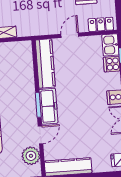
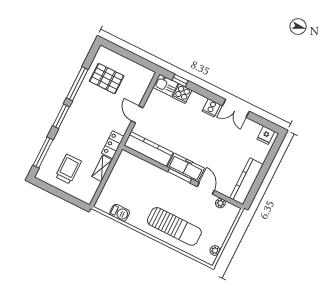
locker: (101, 24) -> (113, 145), moved
plant: (31, 156) -> (220, 203), width x0.53, depth x0.53

